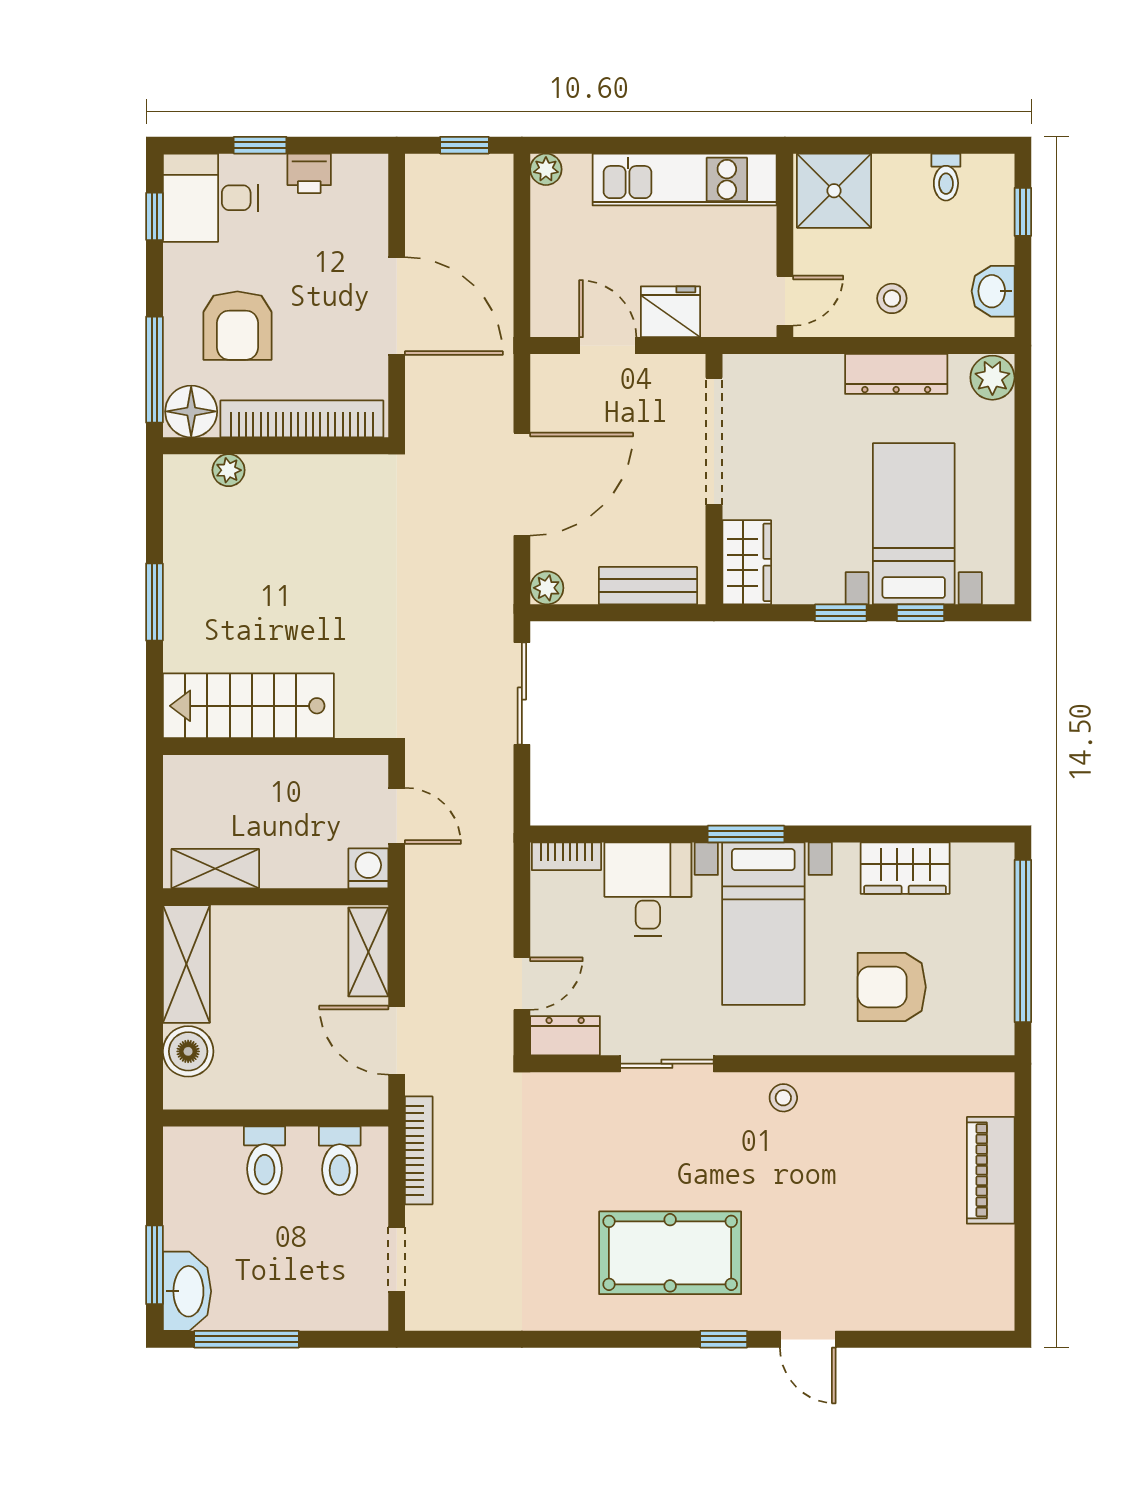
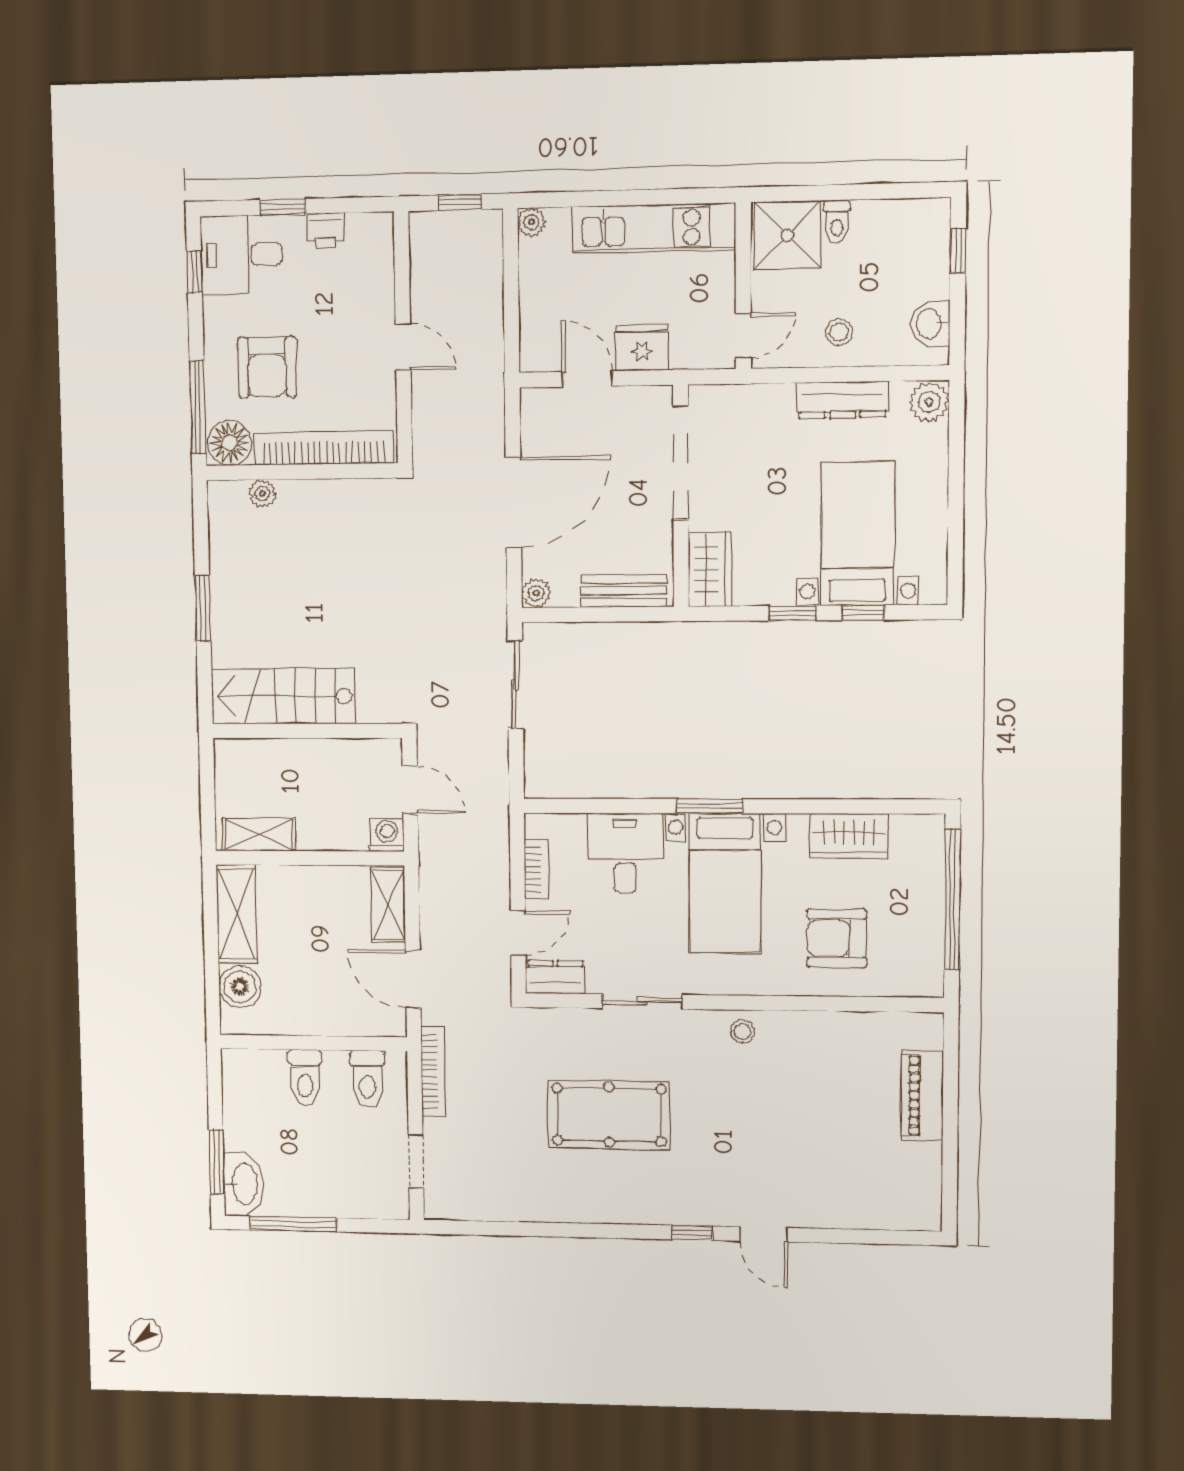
toilet: (946, 177) -> (837, 222), moved
door: (397, 306) -> (403, 347), width x0.53
bookcase: (566, 856) -> (536, 869), moved, turned -90
pool table: (670, 1253) -> (609, 1115), moved

